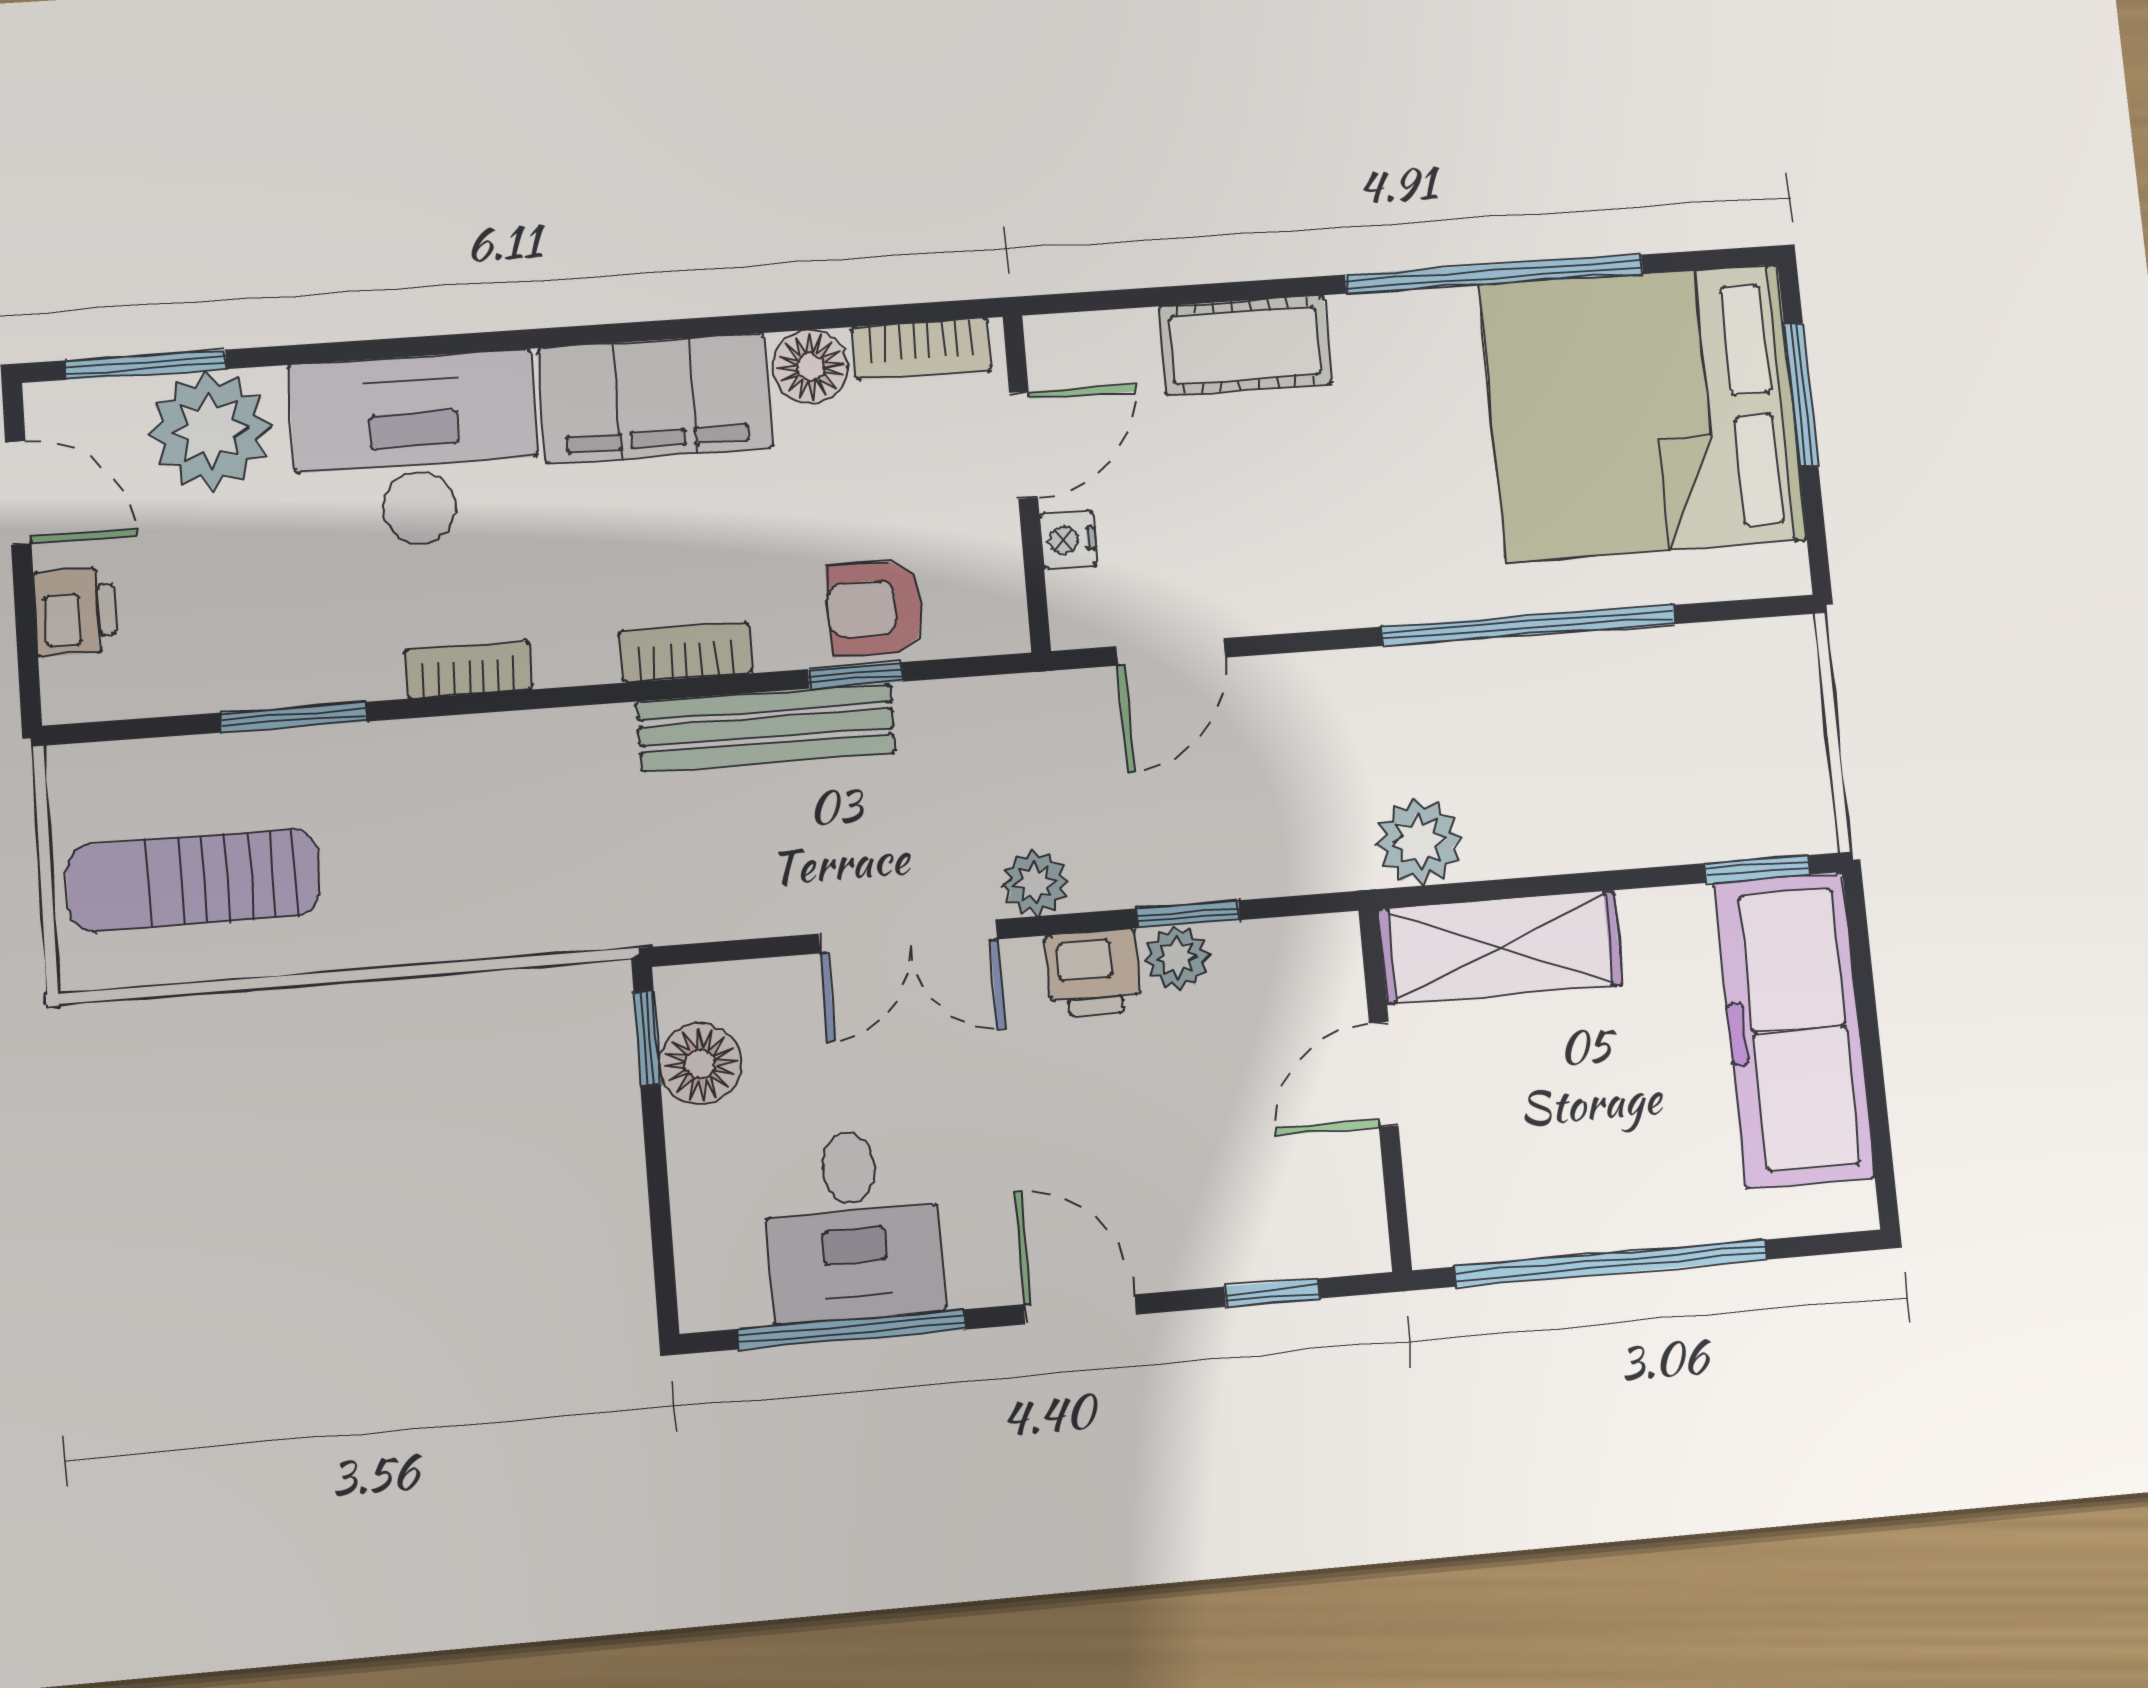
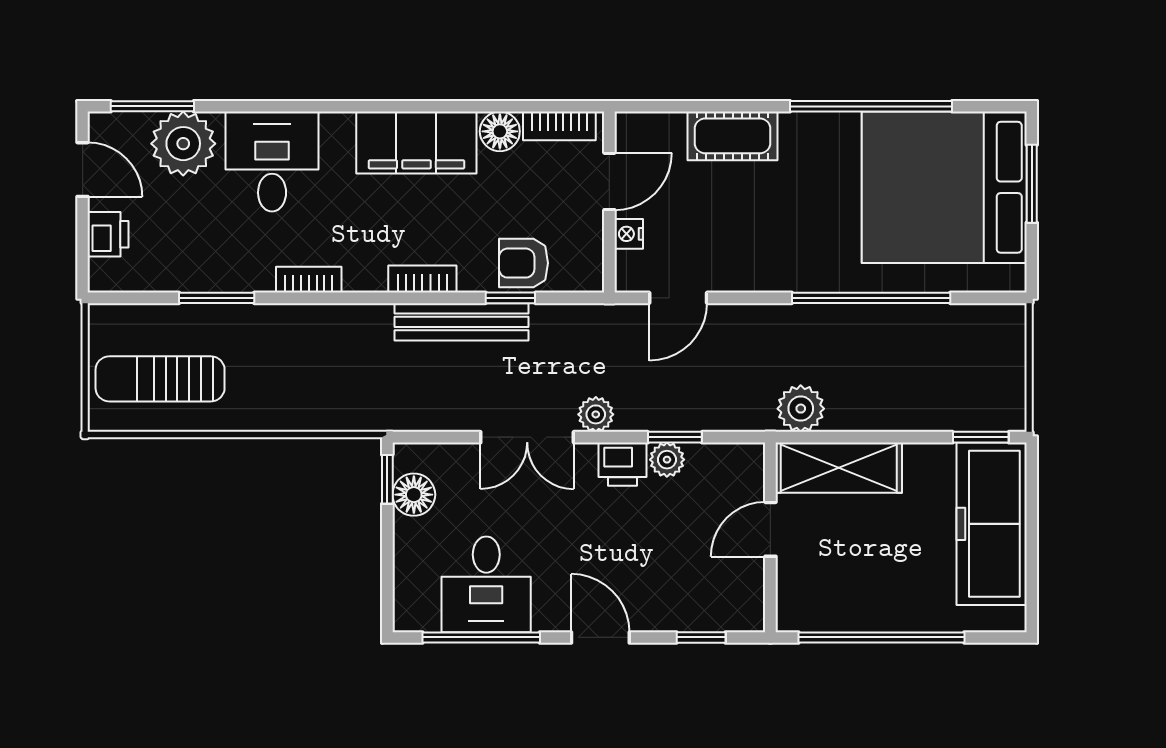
desk: (416, 450) -> (272, 162), width x0.73

